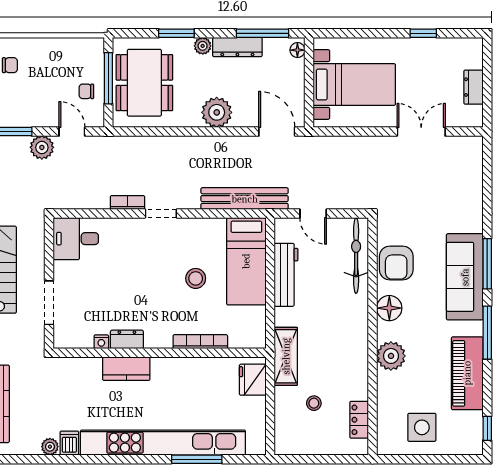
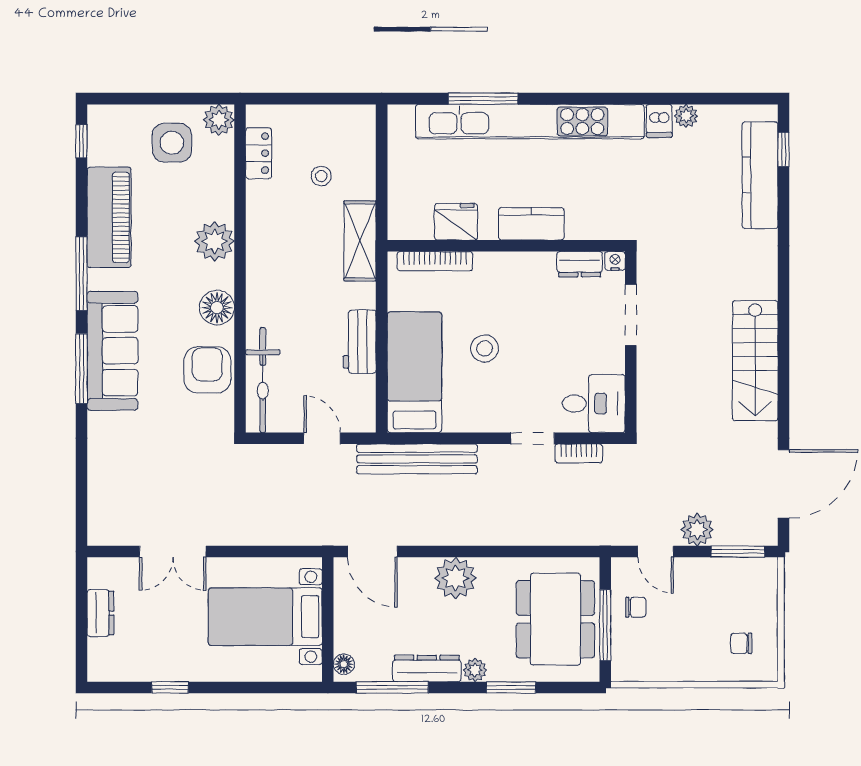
desk: (76, 239) -> (594, 404), moved
workbench: (286, 275) -> (360, 342), width x0.73
wall: (49, 283) -> (631, 342), moved
doorway: (49, 303) -> (631, 315), moved
bookcase: (200, 342) -> (435, 261), moved
kitchen counter: (126, 369) -> (531, 224), moved
fridge: (253, 380) -> (456, 222), moved, turned -90
plant: (388, 444) -> (219, 120), added

